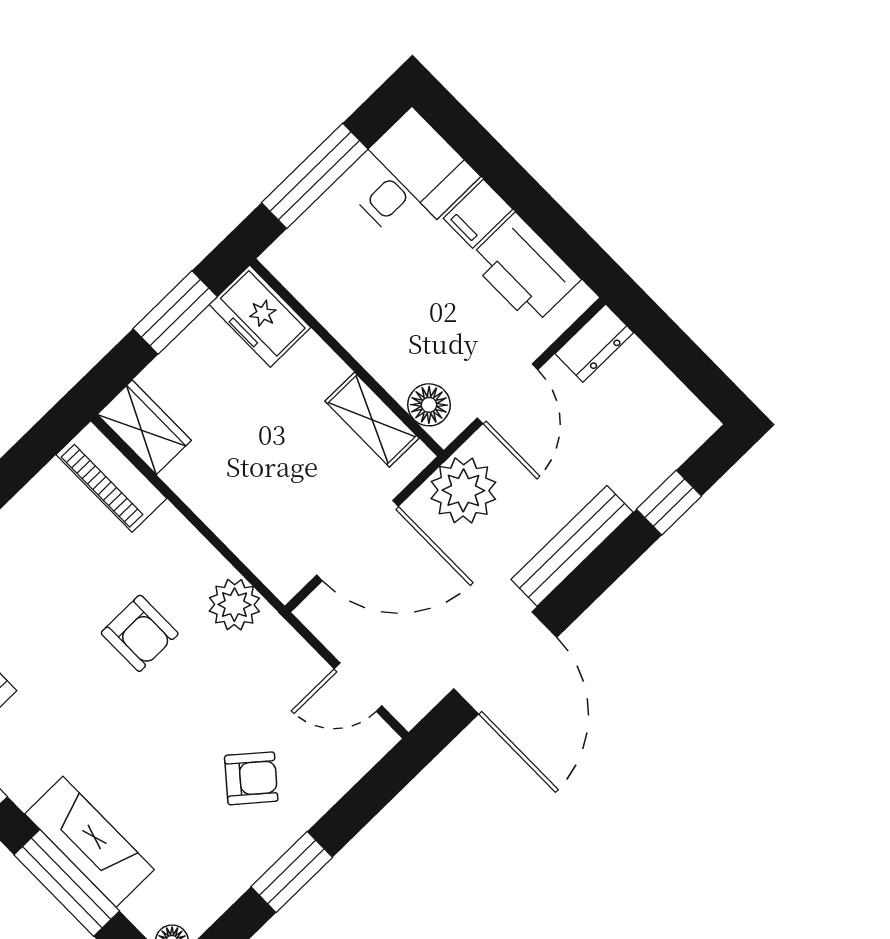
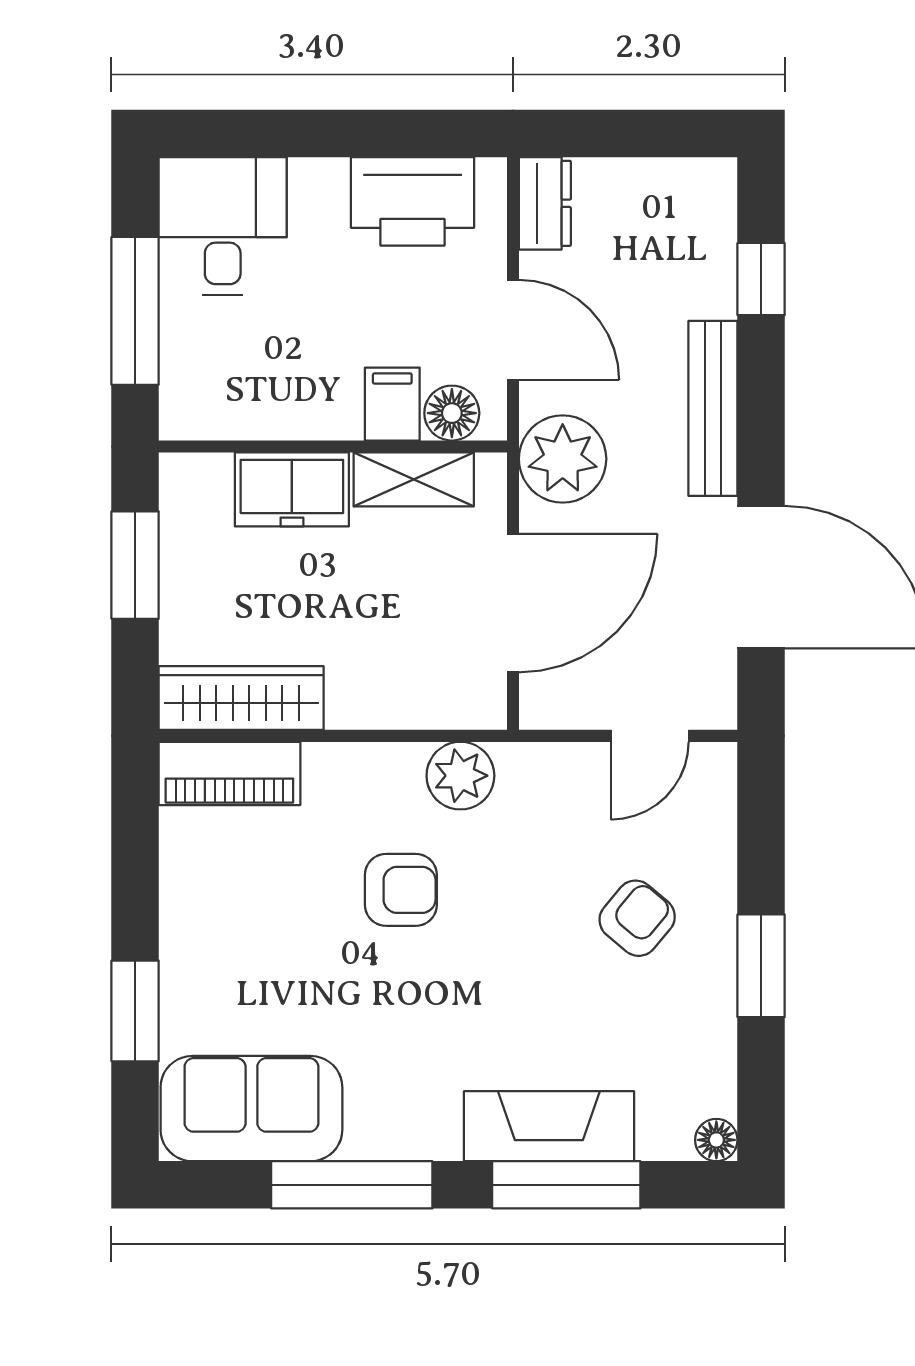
filing cabinet: (478, 214) -> (392, 404), moved, turned 180
freezer: (260, 316) -> (292, 489), moved
wardrobe: (144, 427) -> (241, 698), width x1.50

